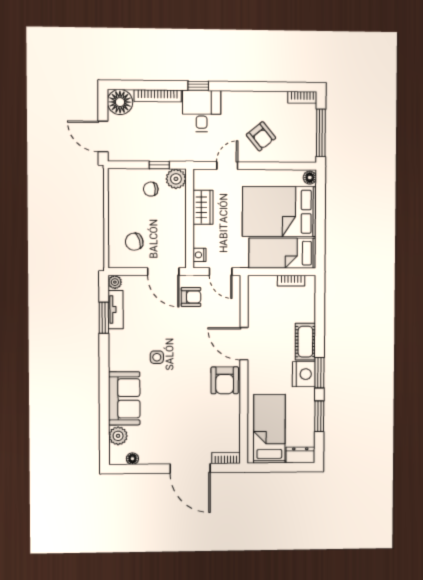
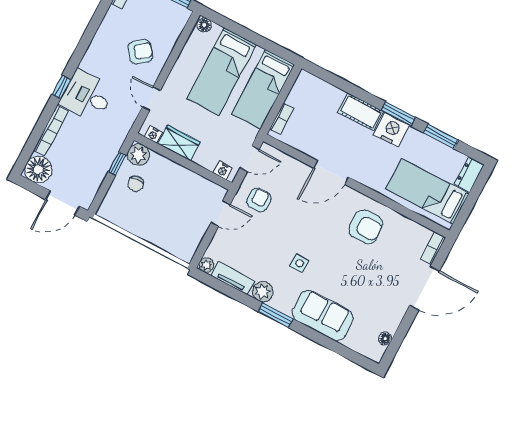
nightstand: (199, 182) -> (153, 134), added
bed: (279, 212) -> (222, 72), width x0.67
chair: (134, 242) -> (177, 226), removed
door: (163, 272) -> (221, 214), width x0.73
bookcase: (291, 281) -> (282, 119), moved
window: (104, 318) -> (276, 315), moved
armchair: (225, 380) -> (366, 227), moved
plant: (118, 436) -> (263, 292), moved

